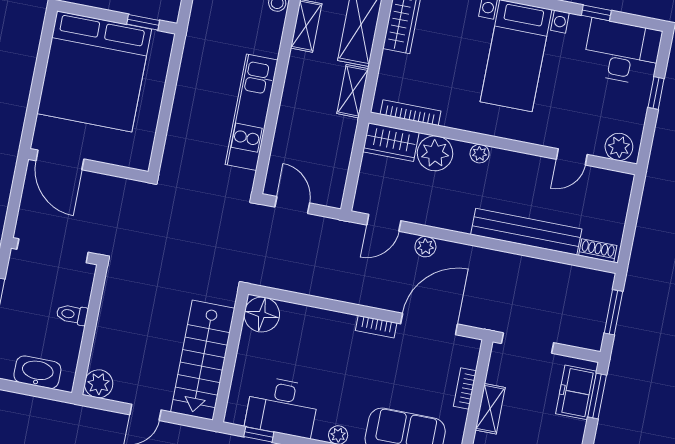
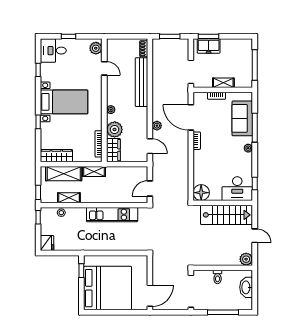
desk: (622, 52) -> (53, 51), width x0.73
desk: (282, 407) -> (237, 189), moved, turned 90

